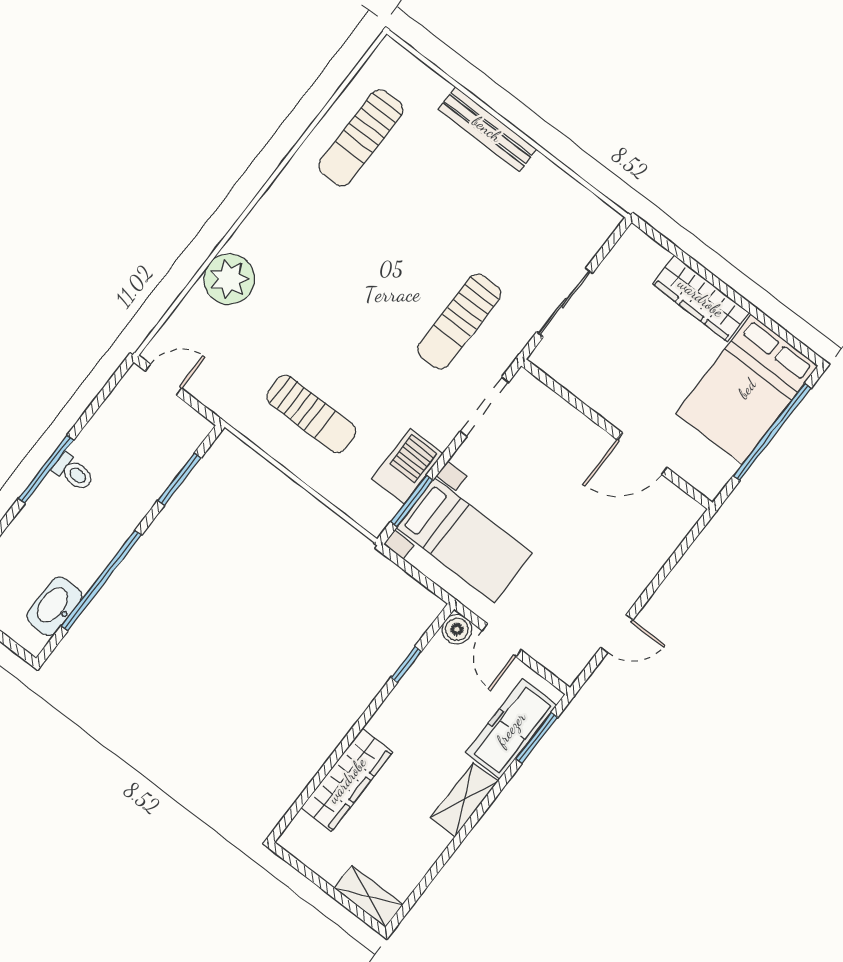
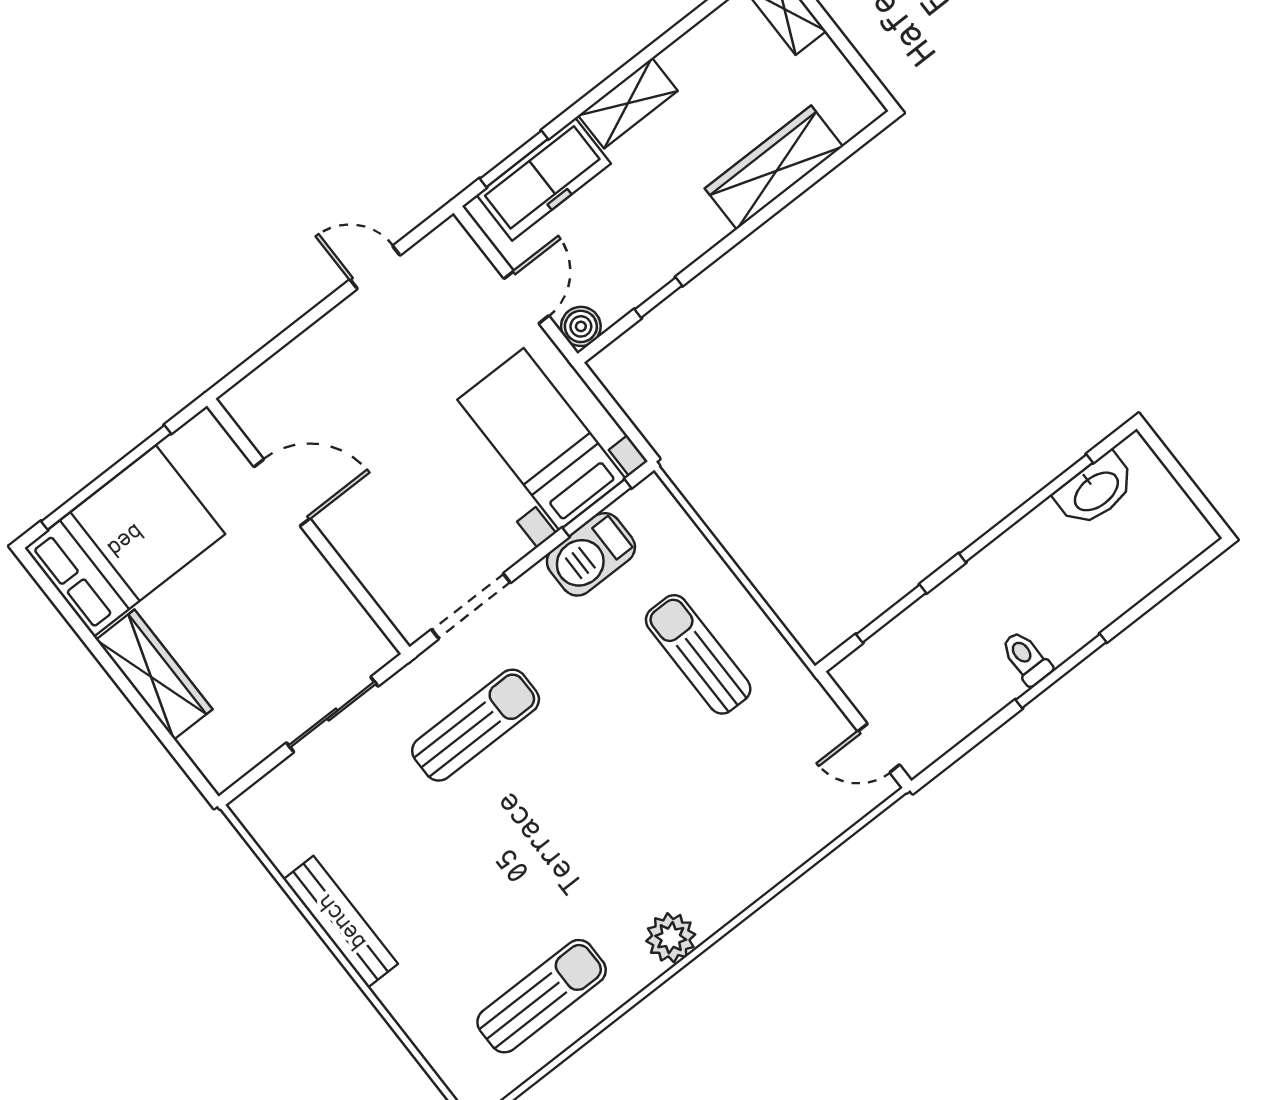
bench: (487, 129) -> (341, 922), moved
plant: (229, 279) -> (671, 938), moved, width x0.73, depth x0.73

